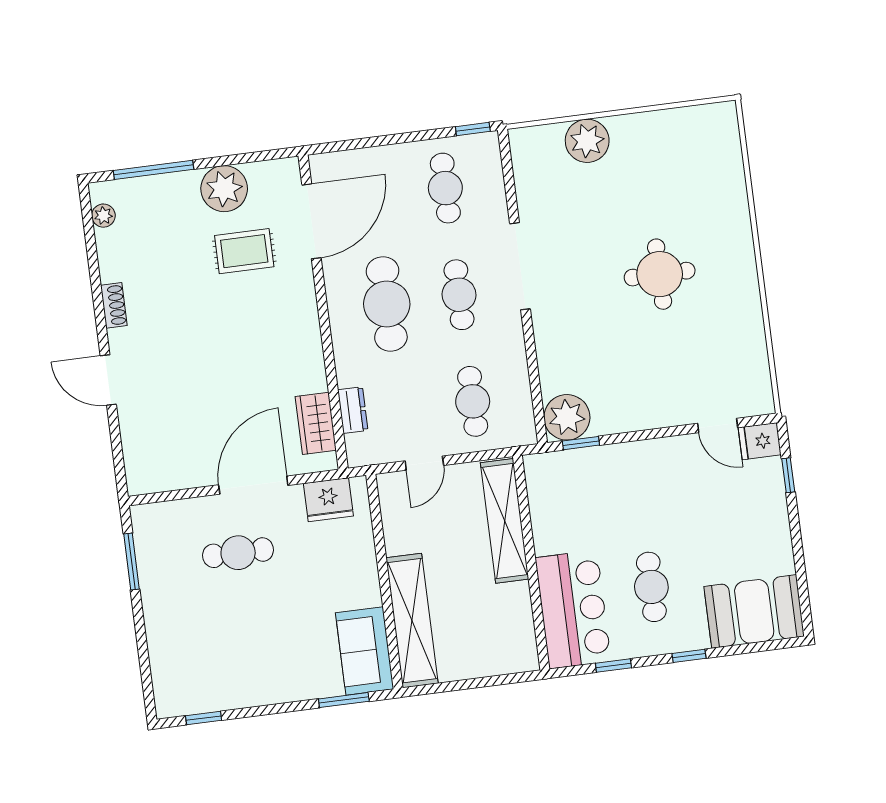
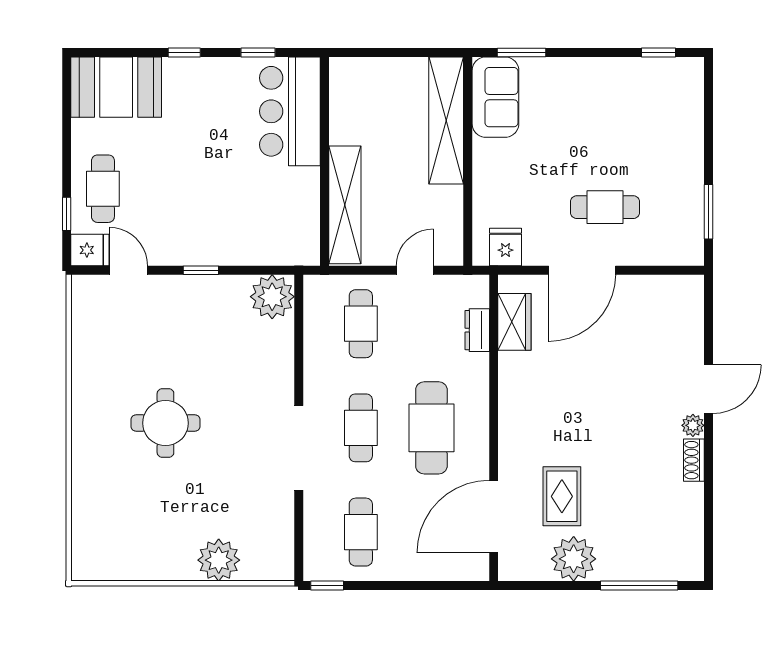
plant: (103, 216) -> (693, 425), moved
rug: (244, 251) -> (562, 496), turned 90
door: (108, 380) -> (709, 389), hinge flipped
window: (581, 443) -> (201, 270), moved
fridge: (328, 500) -> (505, 247), width x0.72
cafe table: (651, 587) -> (103, 189), moved

